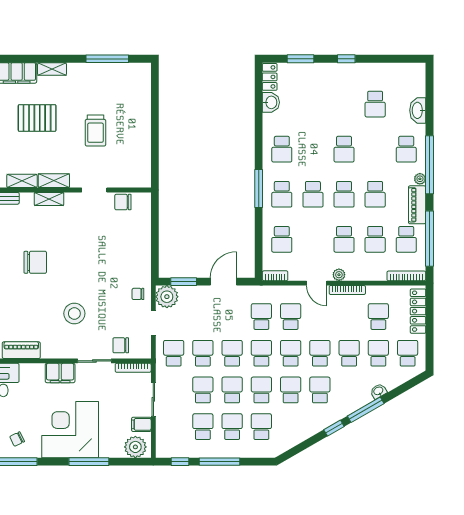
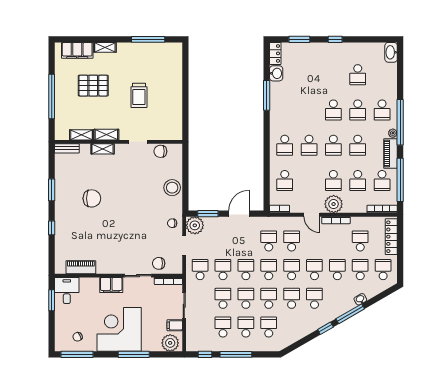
washbasin: (418, 110) -> (391, 52), moved
school desk: (282, 149) -> (358, 110), moved
window: (259, 188) -> (267, 95), moved
plant: (339, 275) -> (334, 204), width x1.88, depth x1.88
stool: (74, 313) -> (172, 188), moved

